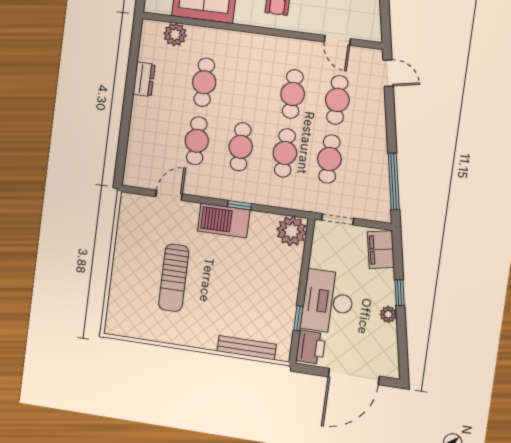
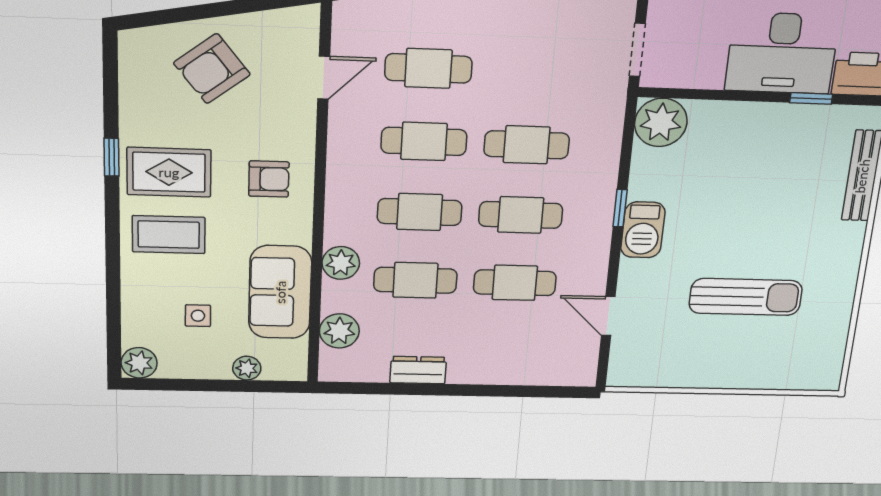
plant: (220, 39) -> (341, 263), added
cafe table: (329, 159) -> (420, 212), moved
barbecue: (224, 220) -> (643, 230), width x0.73, depth x0.83

